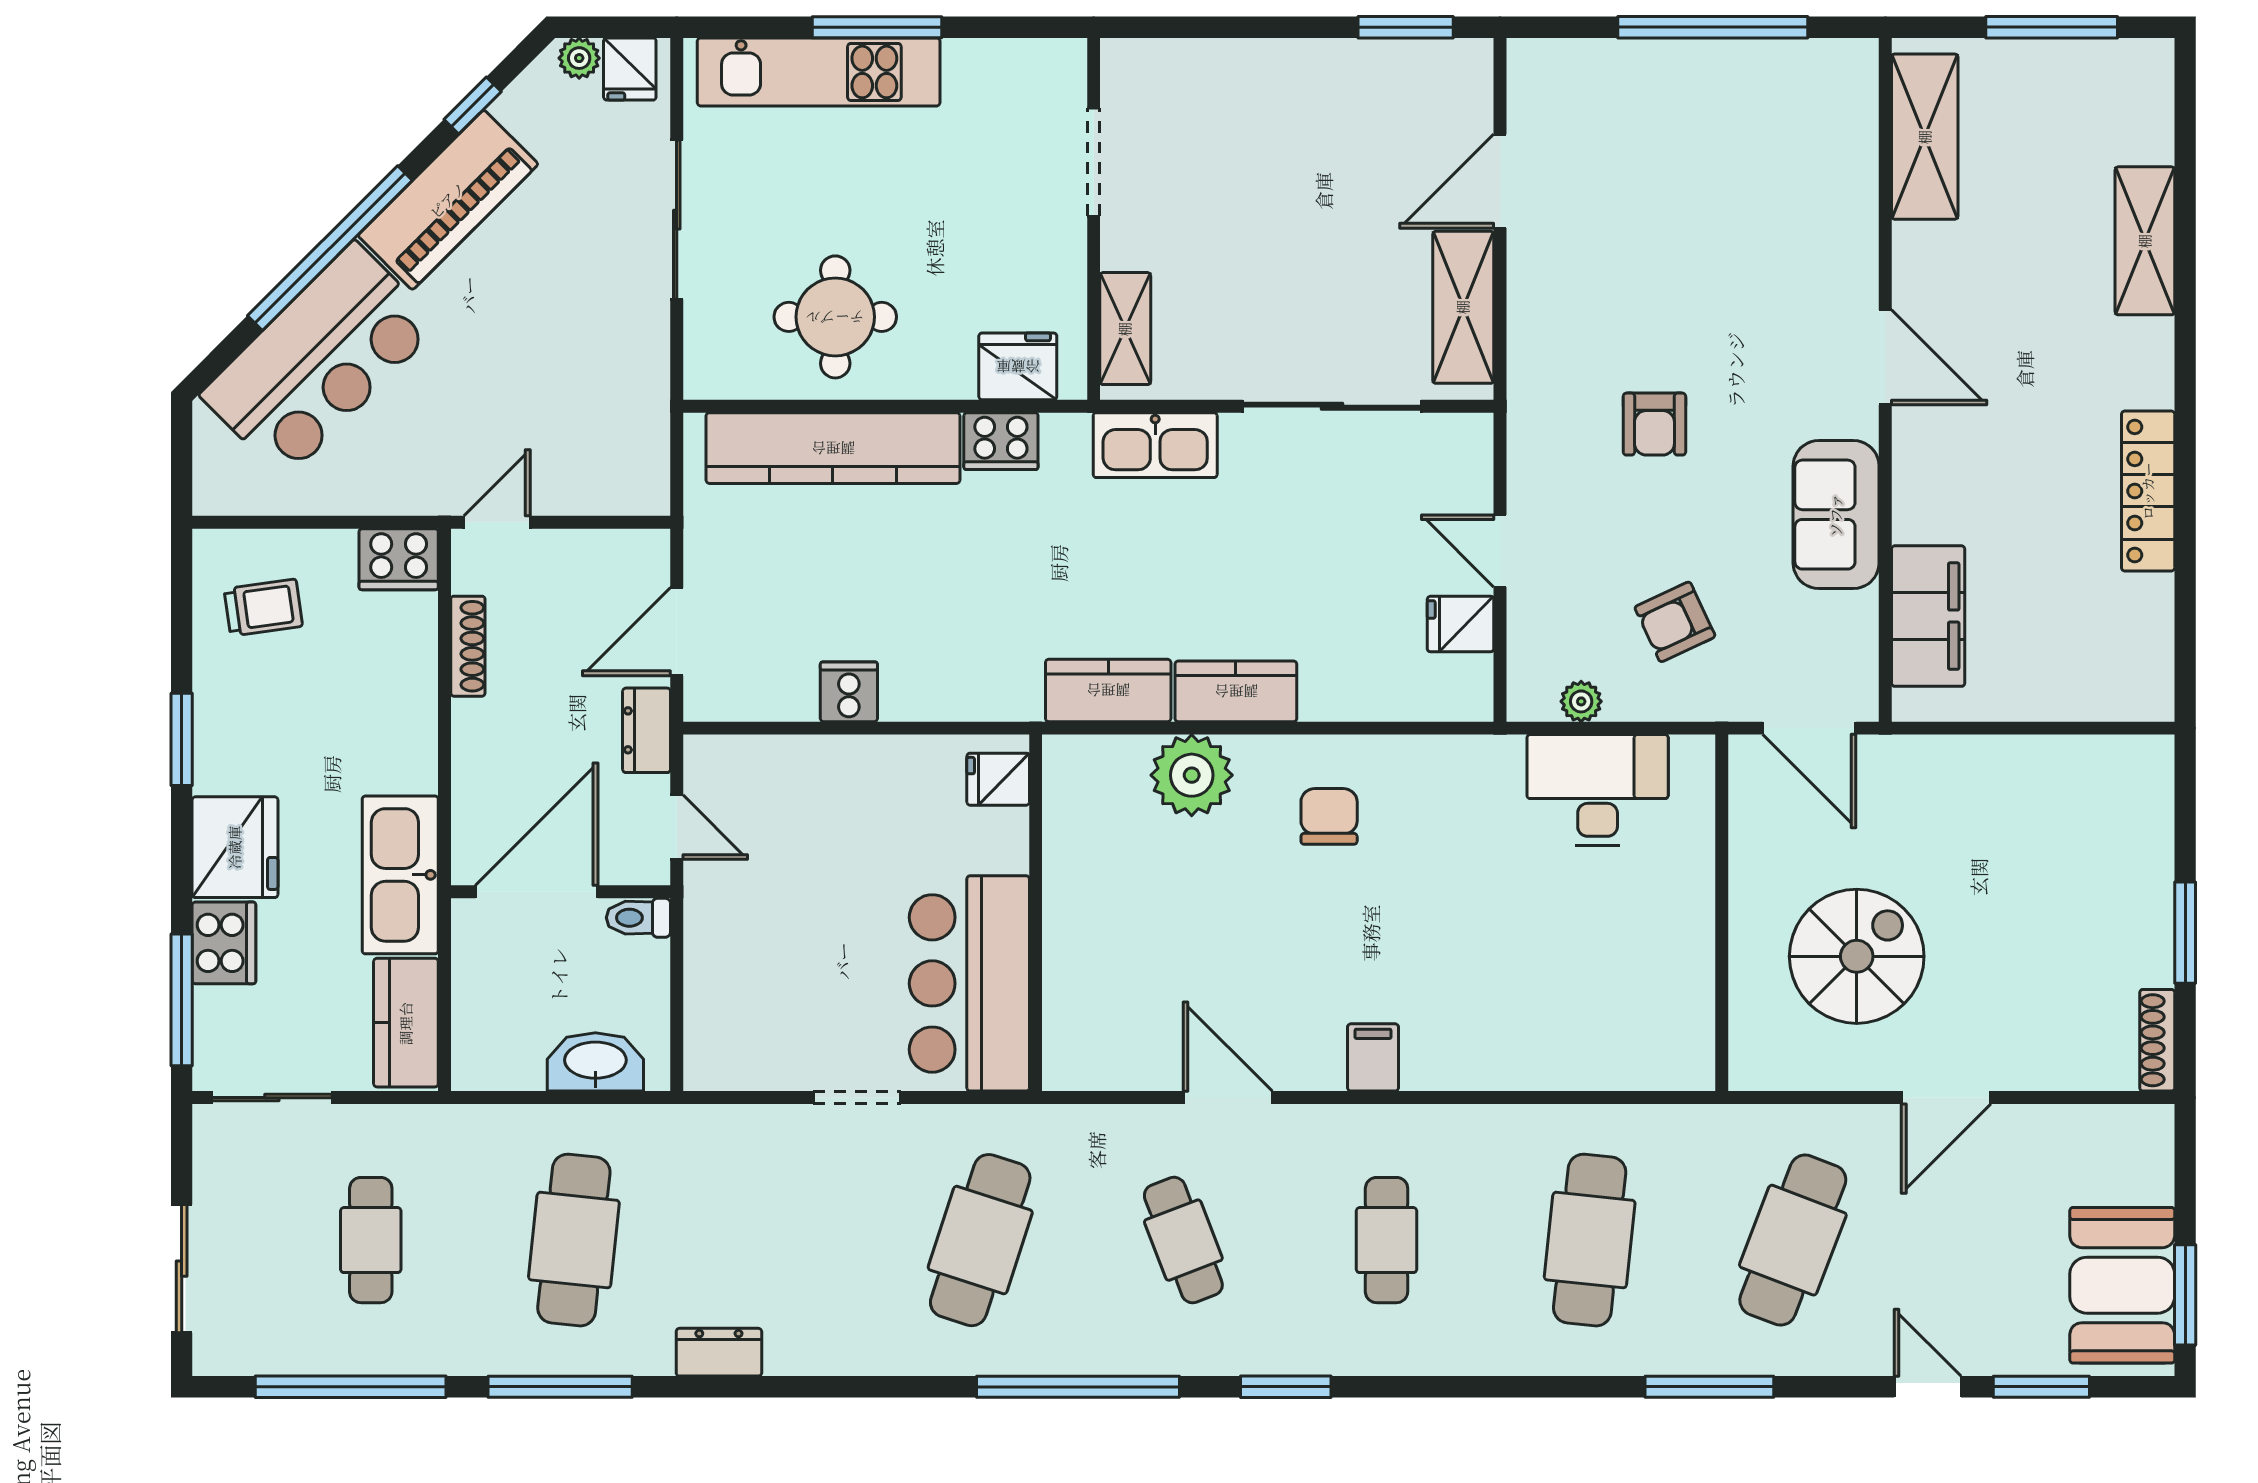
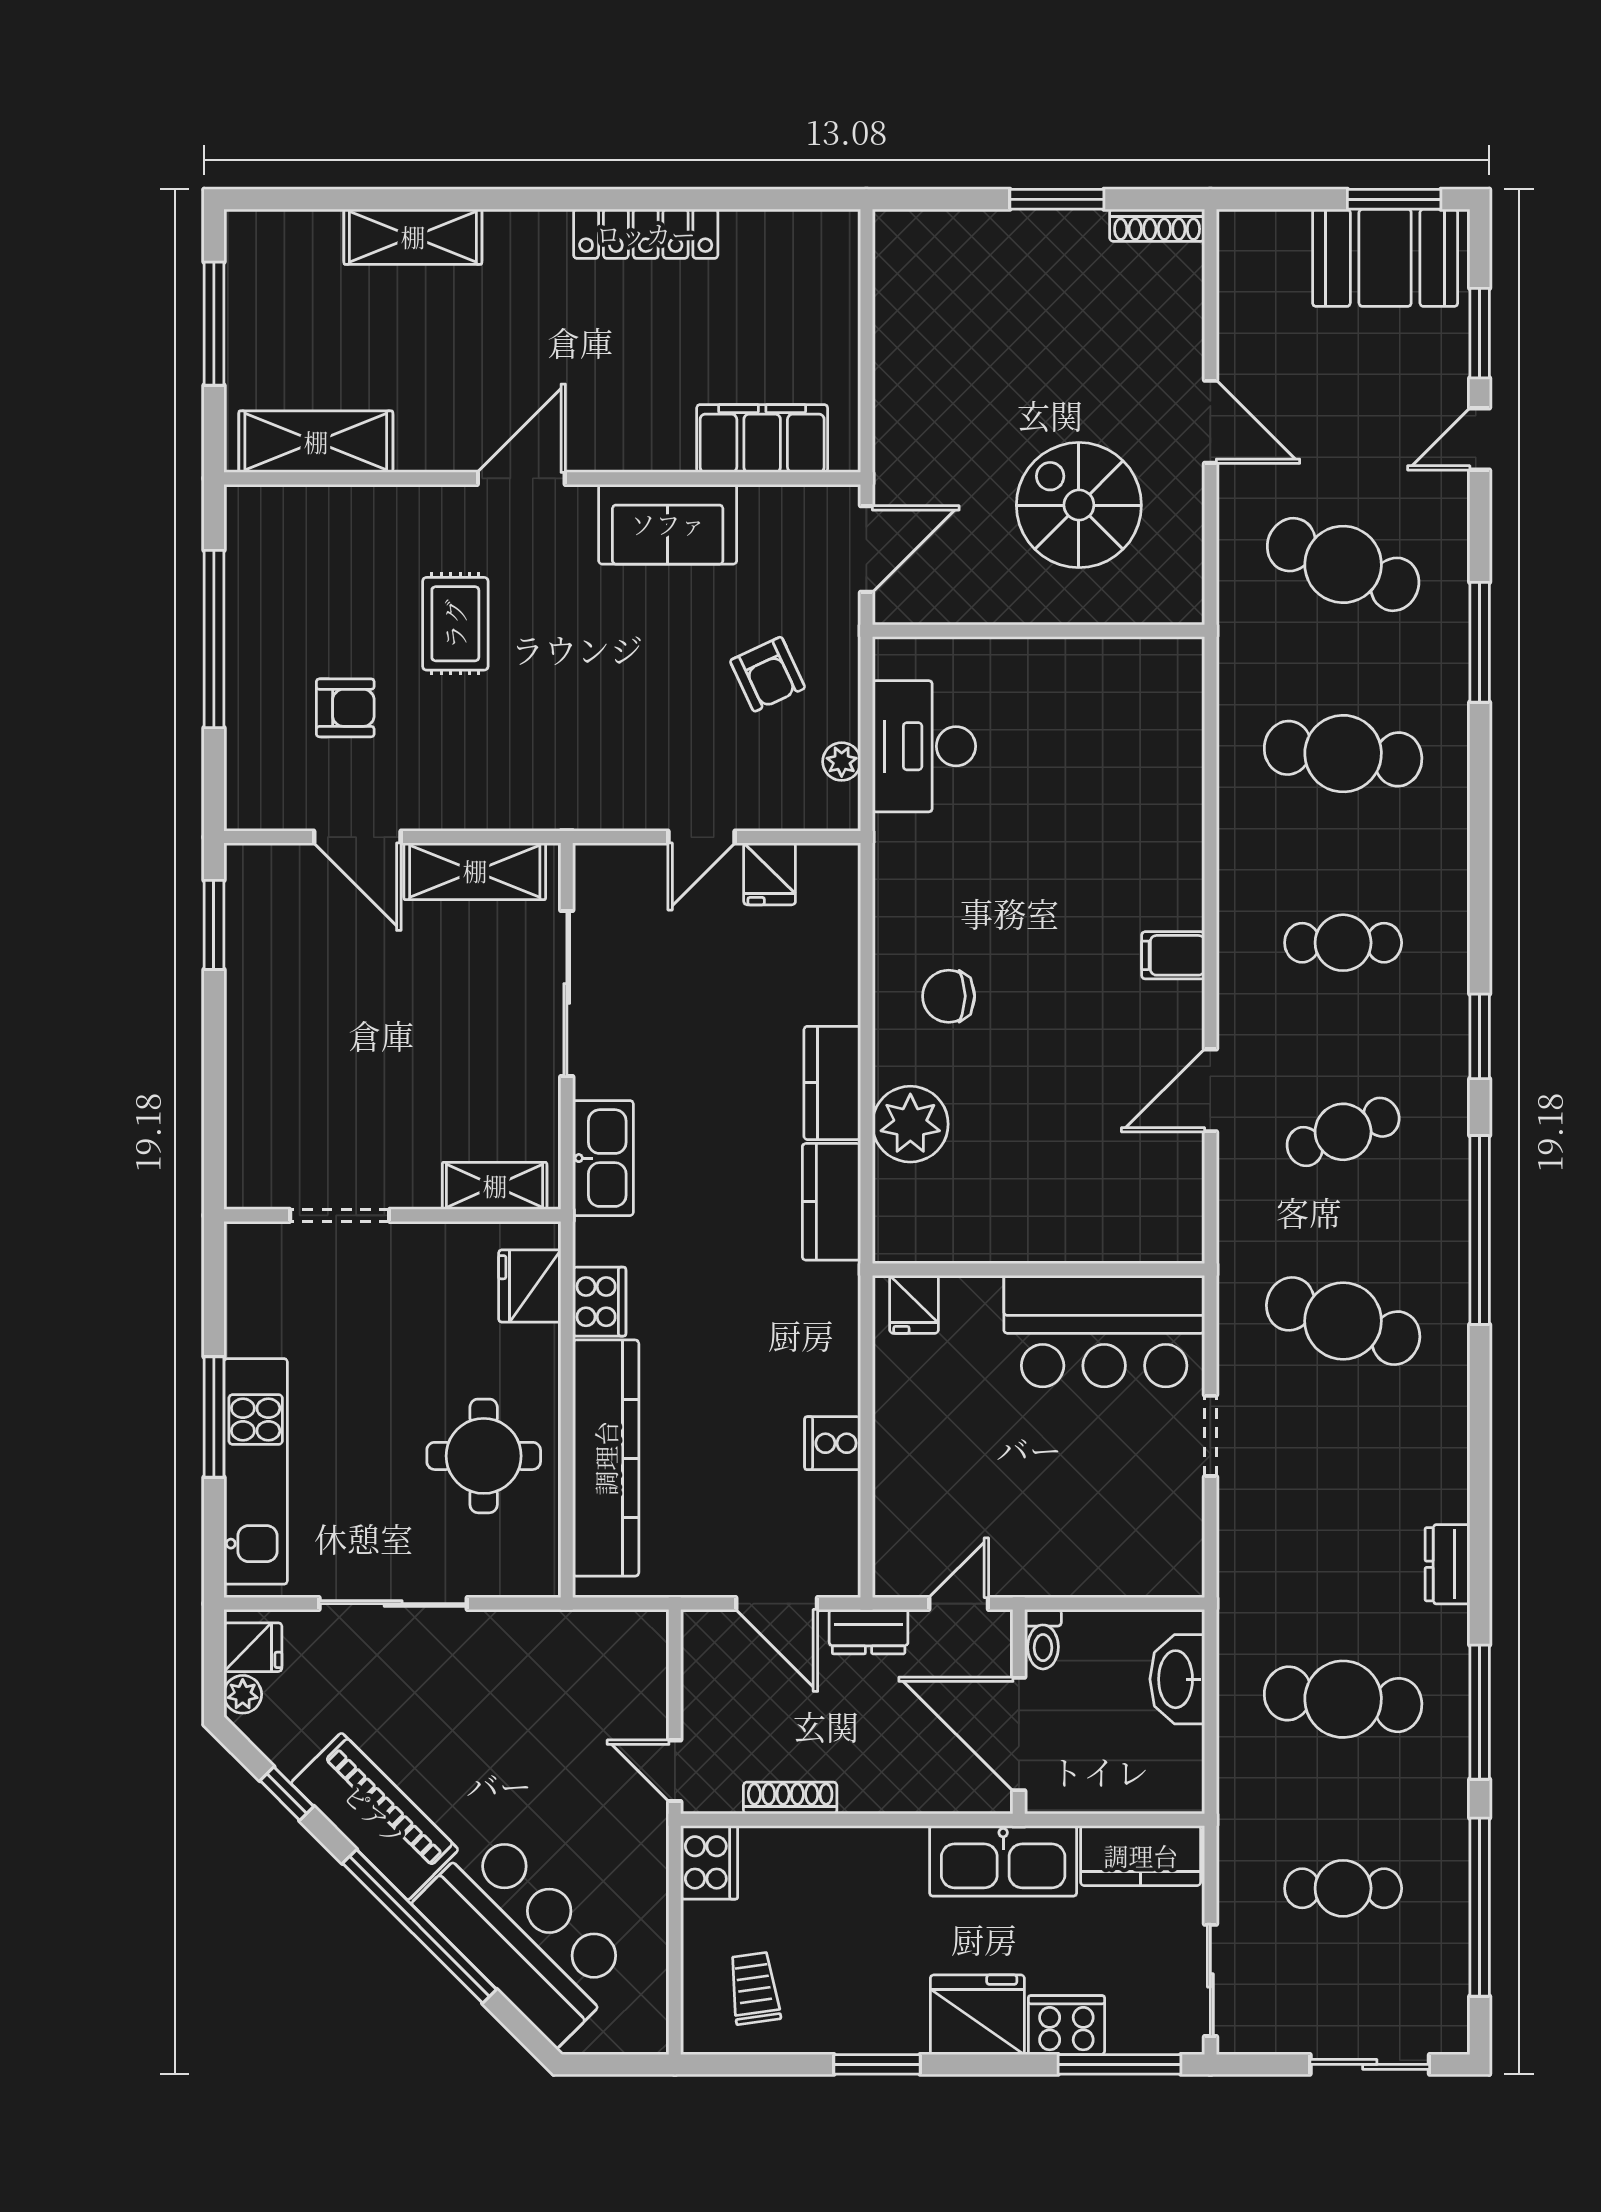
rug: (1729, 287) -> (455, 624), added
armchair: (1654, 424) -> (345, 708), moved

